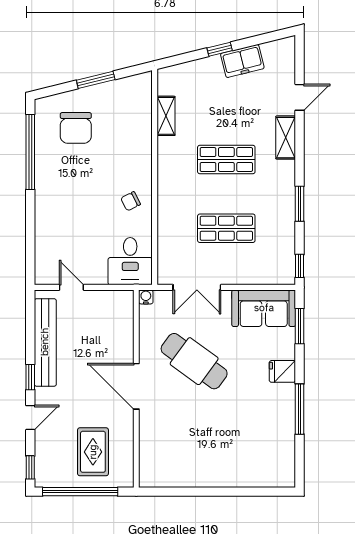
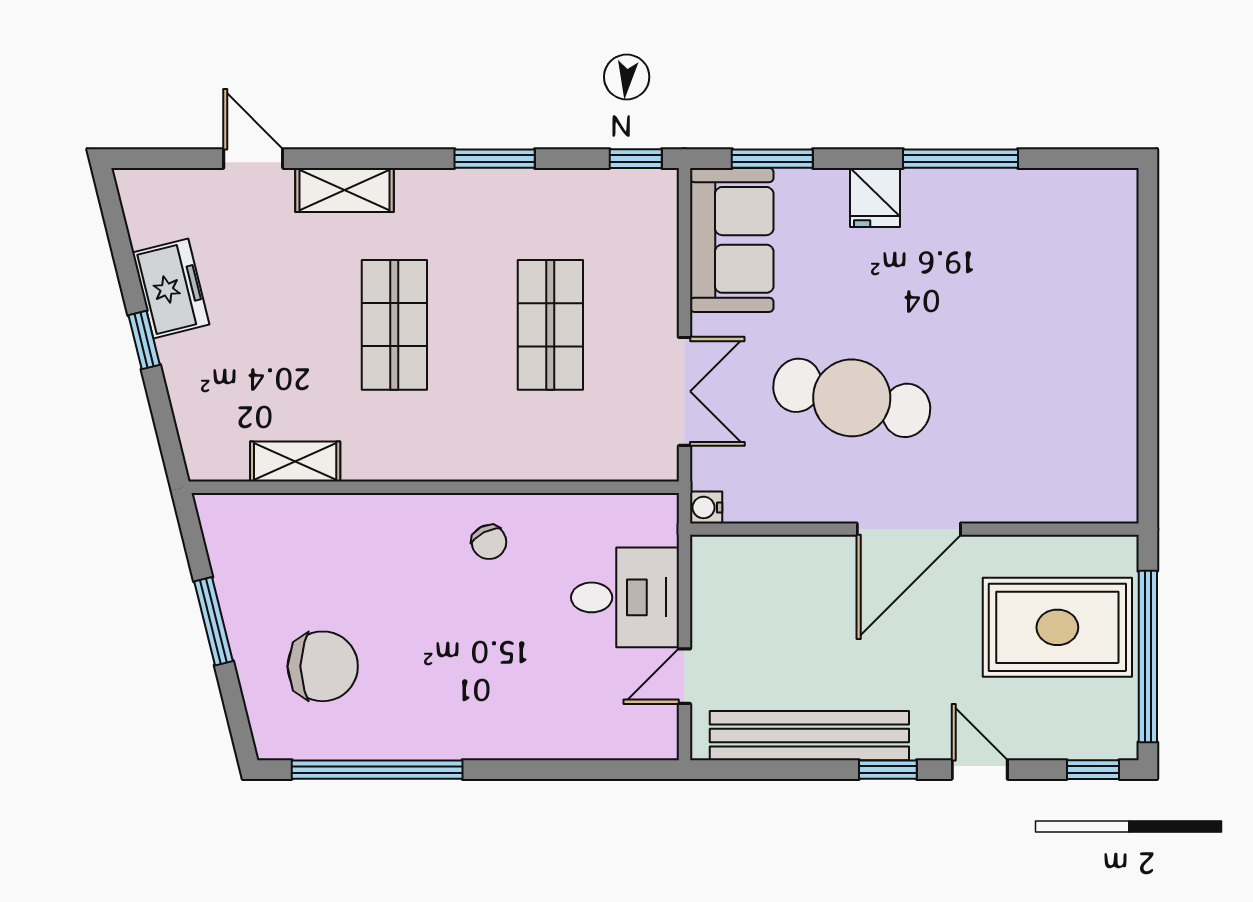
desk: (130, 261) -> (625, 597), moved
cafe table: (194, 361) -> (852, 398), turned 67
rug: (93, 452) -> (1057, 627), width x1.36, depth x1.43

